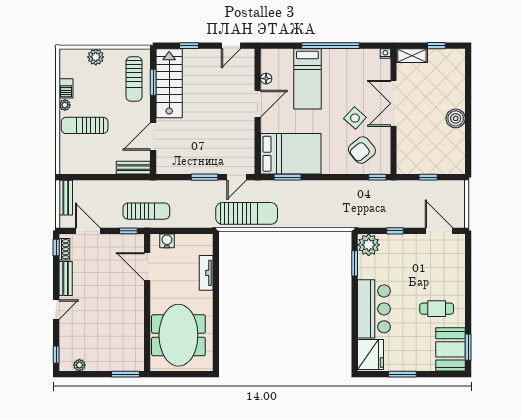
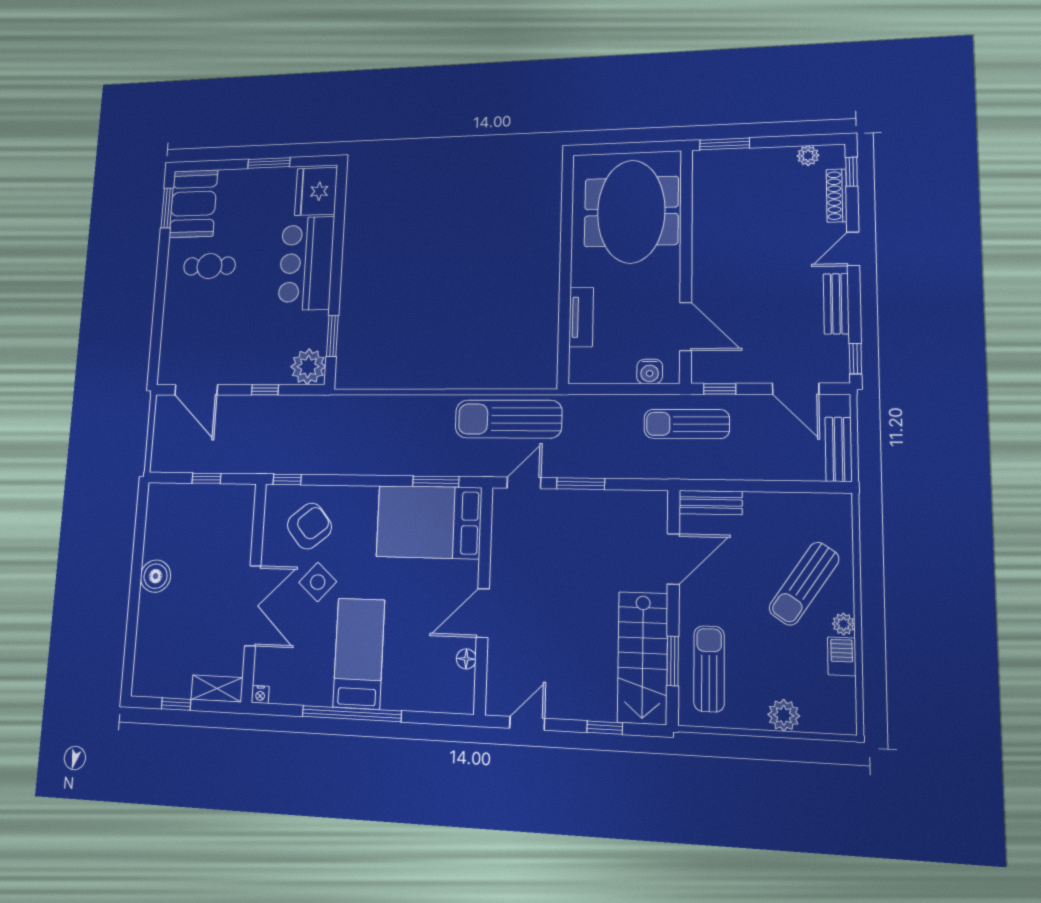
bed: (307, 79) -> (359, 653), moved
sun lounger: (85, 125) -> (804, 584), turned 124
shoe rack: (64, 249) -> (837, 196), moved, width x1.43

